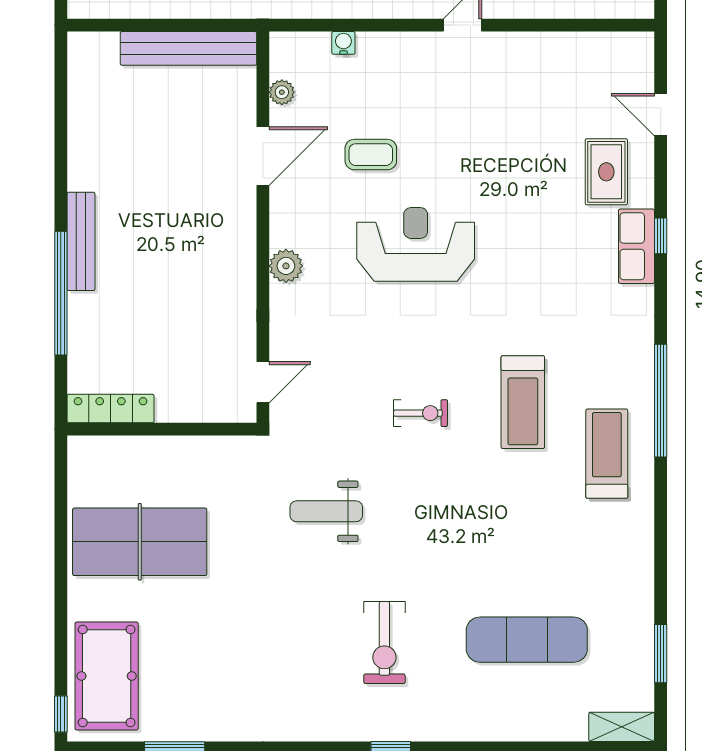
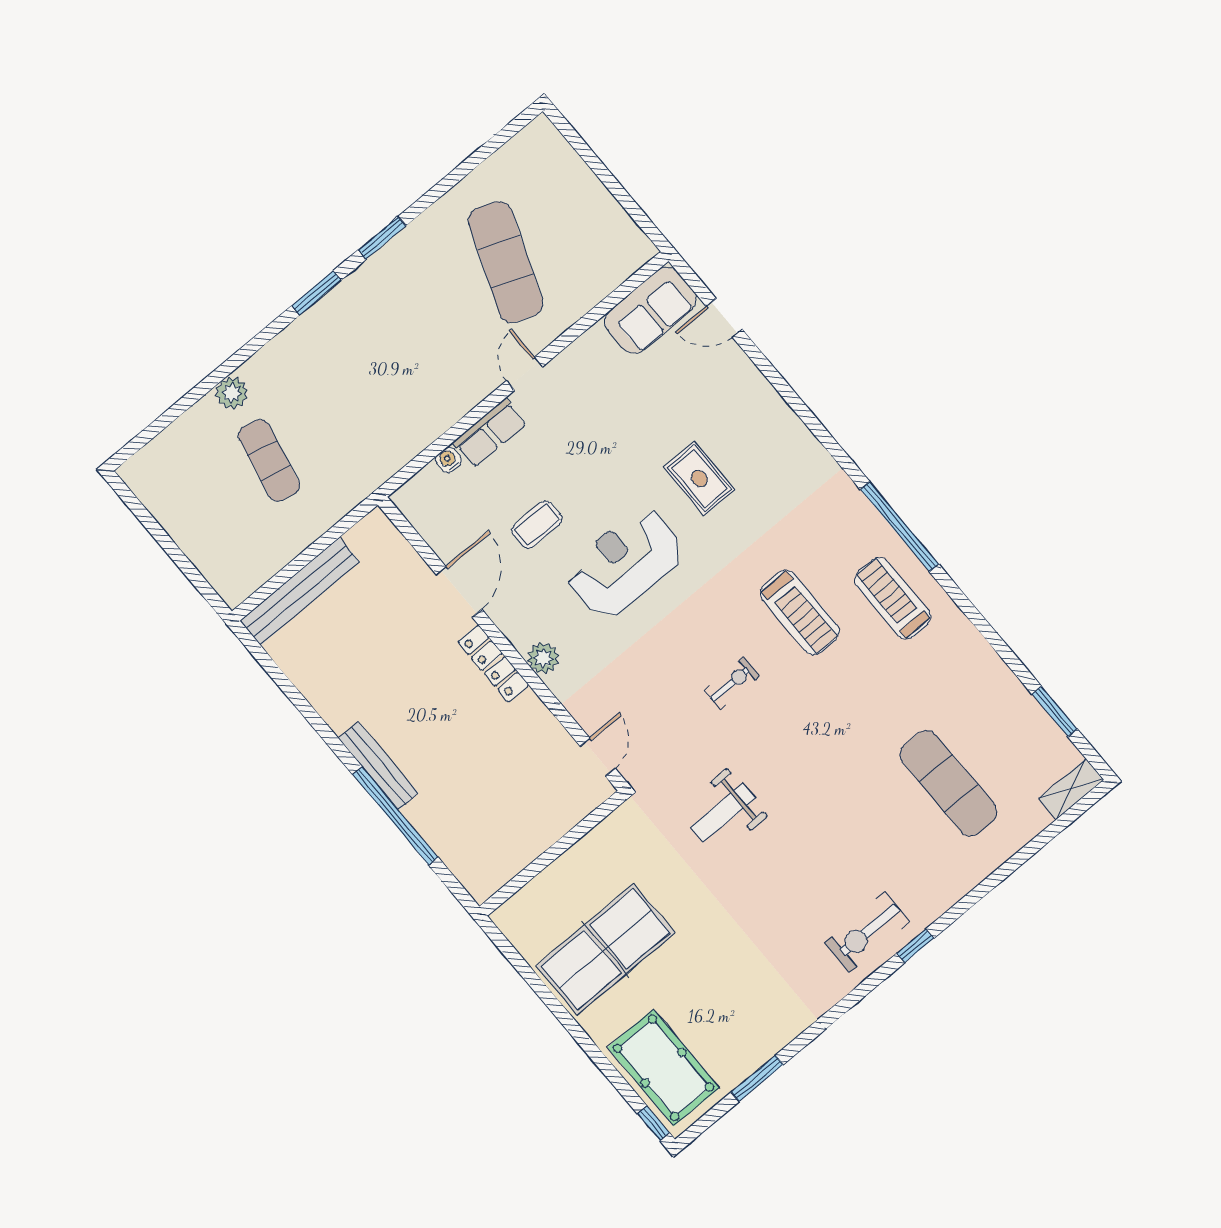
bench: (188, 48) -> (300, 591), moved
sofa: (606, 59) -> (650, 310), added
plant: (282, 92) -> (434, 534), removed
rug: (606, 172) -> (699, 479), moved
window: (661, 236) -> (798, 406), removed
row of seats: (636, 246) -> (490, 433), moved, turned -90
locker: (111, 408) -> (493, 664), moved, turned -90
exercise mat: (527, 640) -> (948, 783), turned 90
exercise bike: (384, 642) -> (867, 932), moved, turned 90

